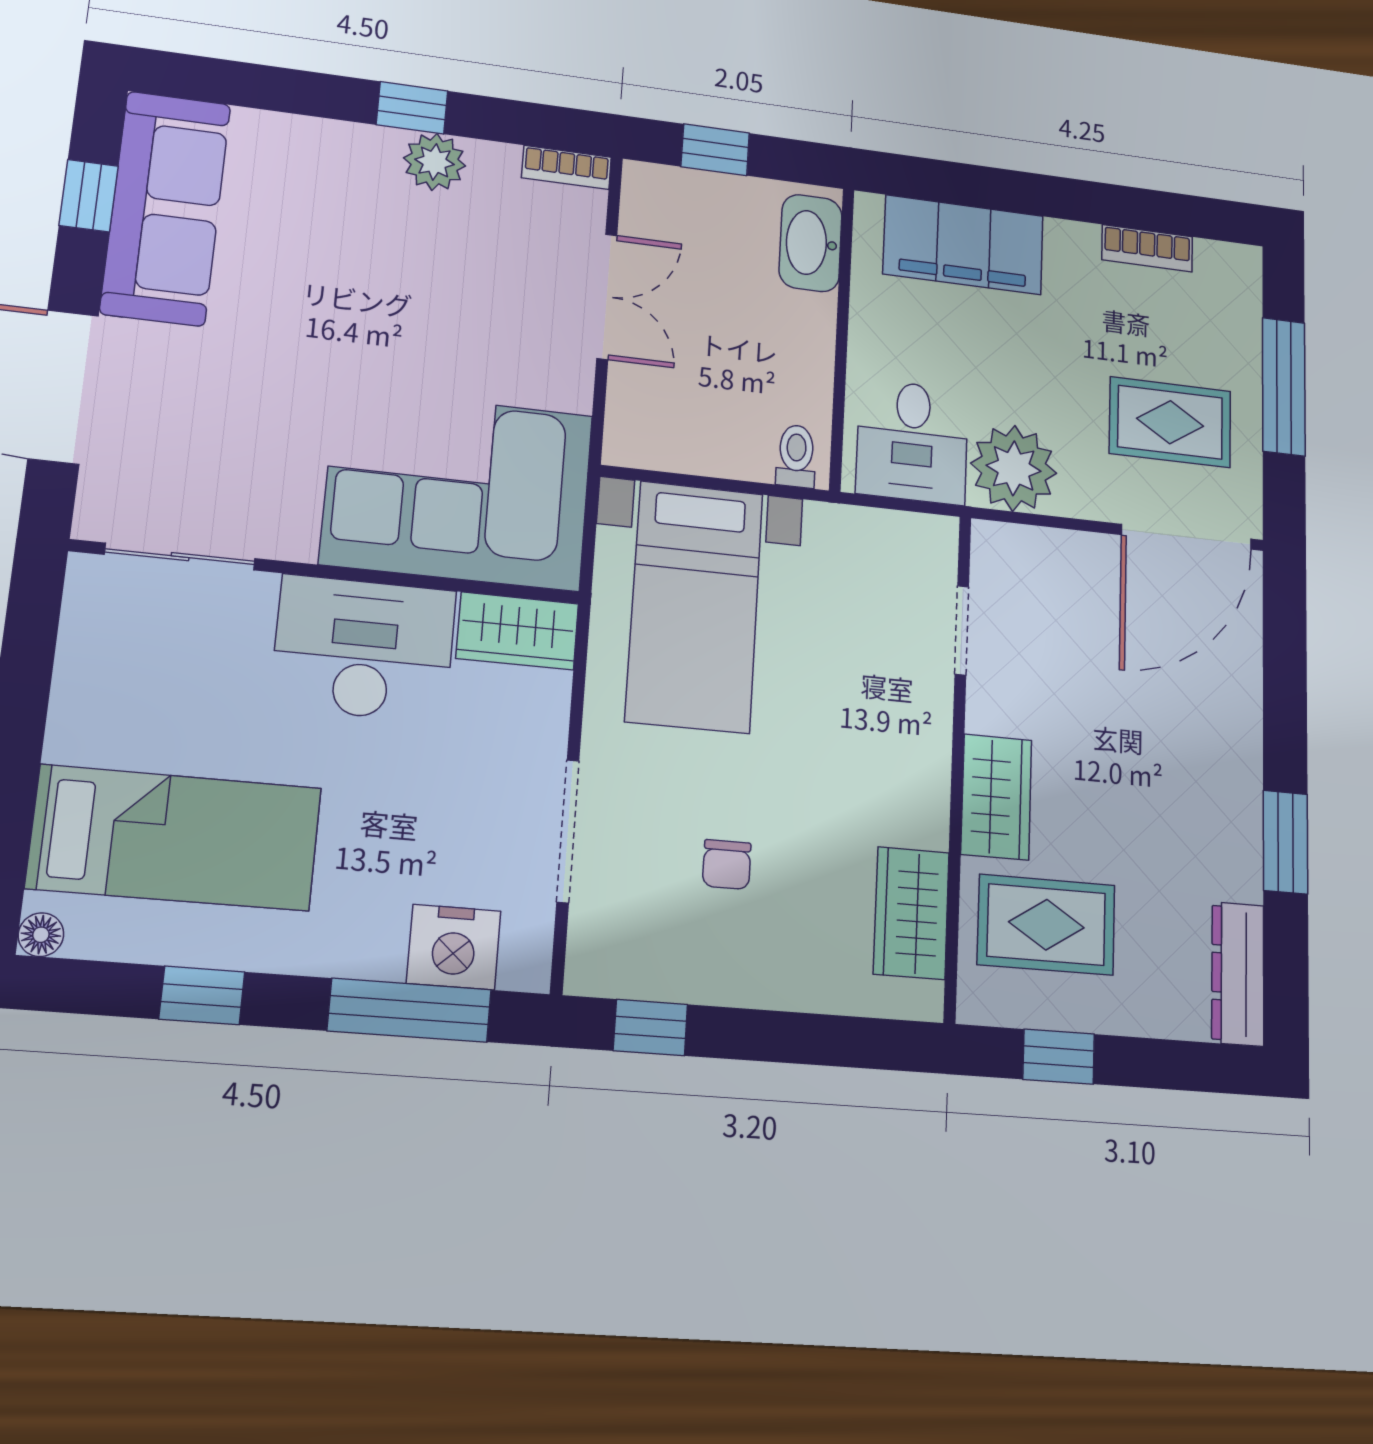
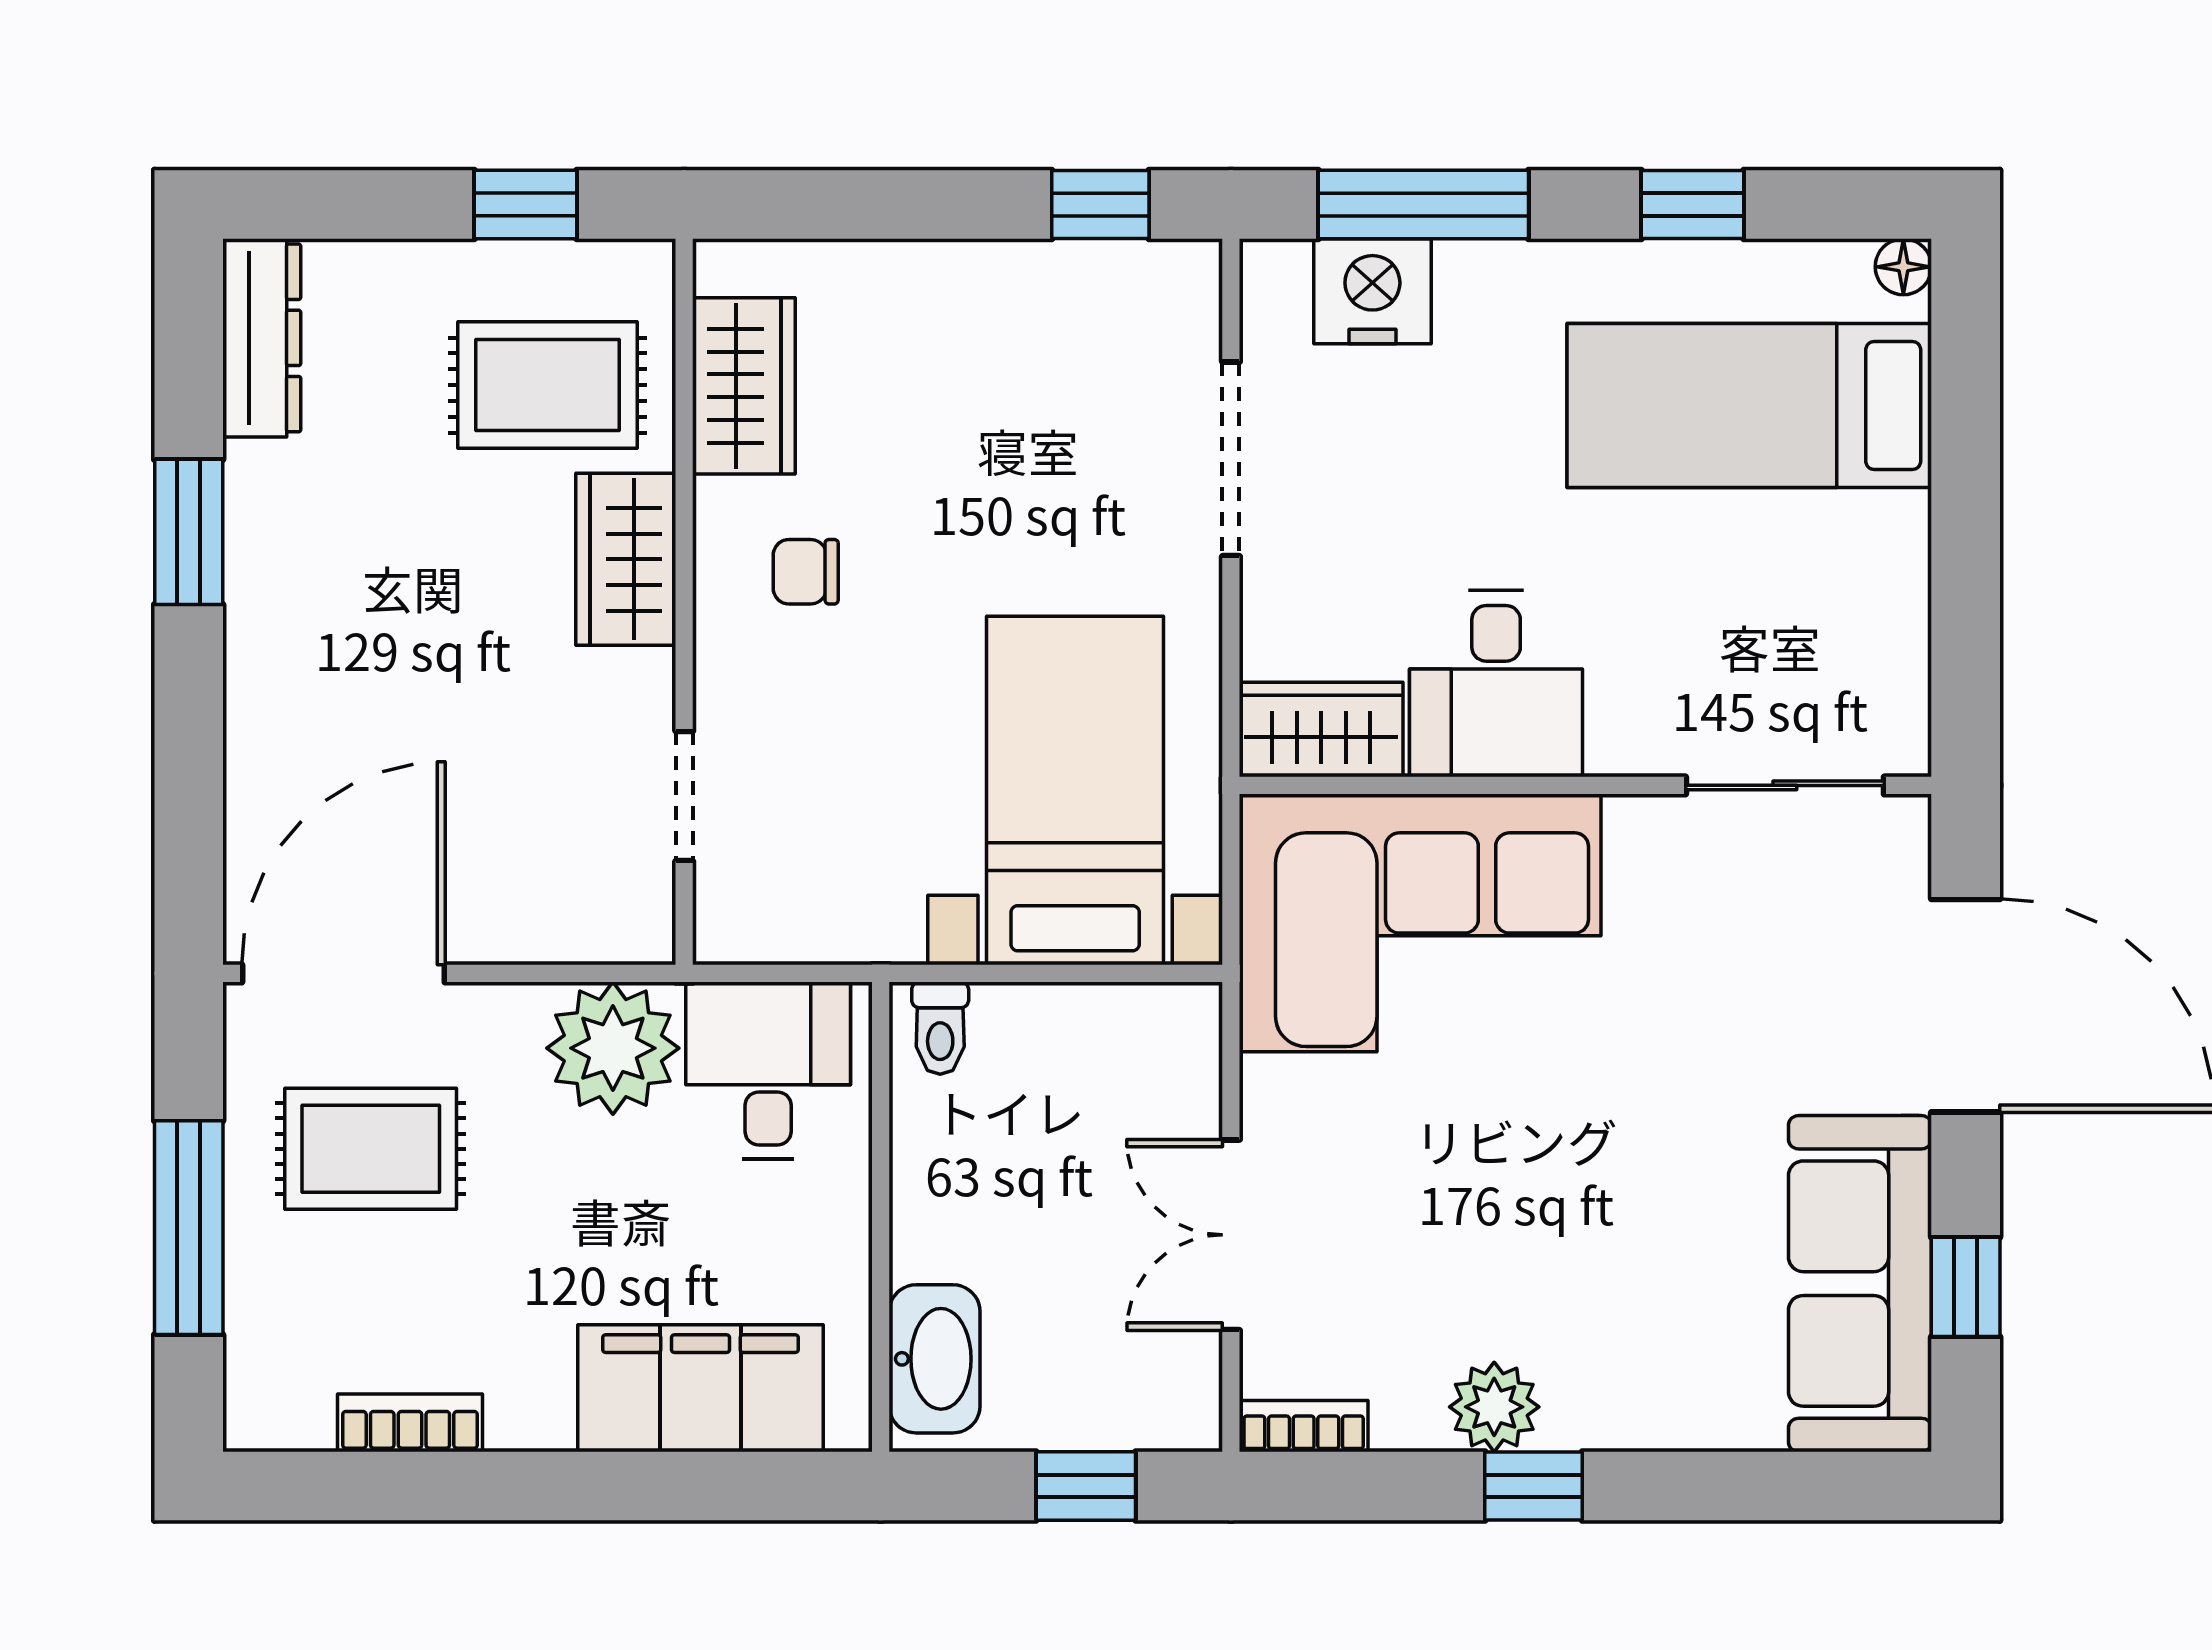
desk: (364, 649) -> (1496, 684), width x0.73
chair: (727, 864) -> (806, 572), moved, turned -90

